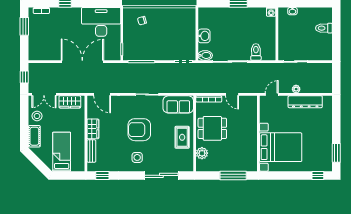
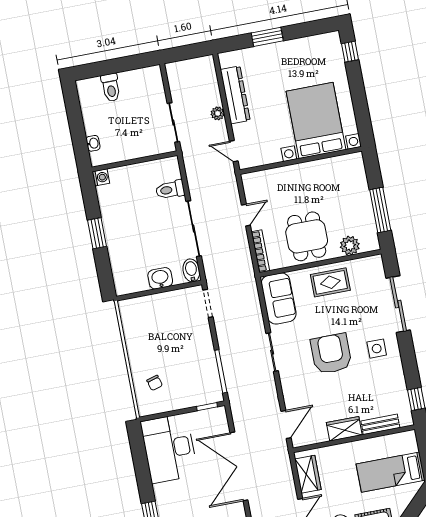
armchair: (139, 130) -> (331, 354), turned 180
window: (336, 153) -> (267, 37), moved
window: (233, 175) -> (380, 210), moved

